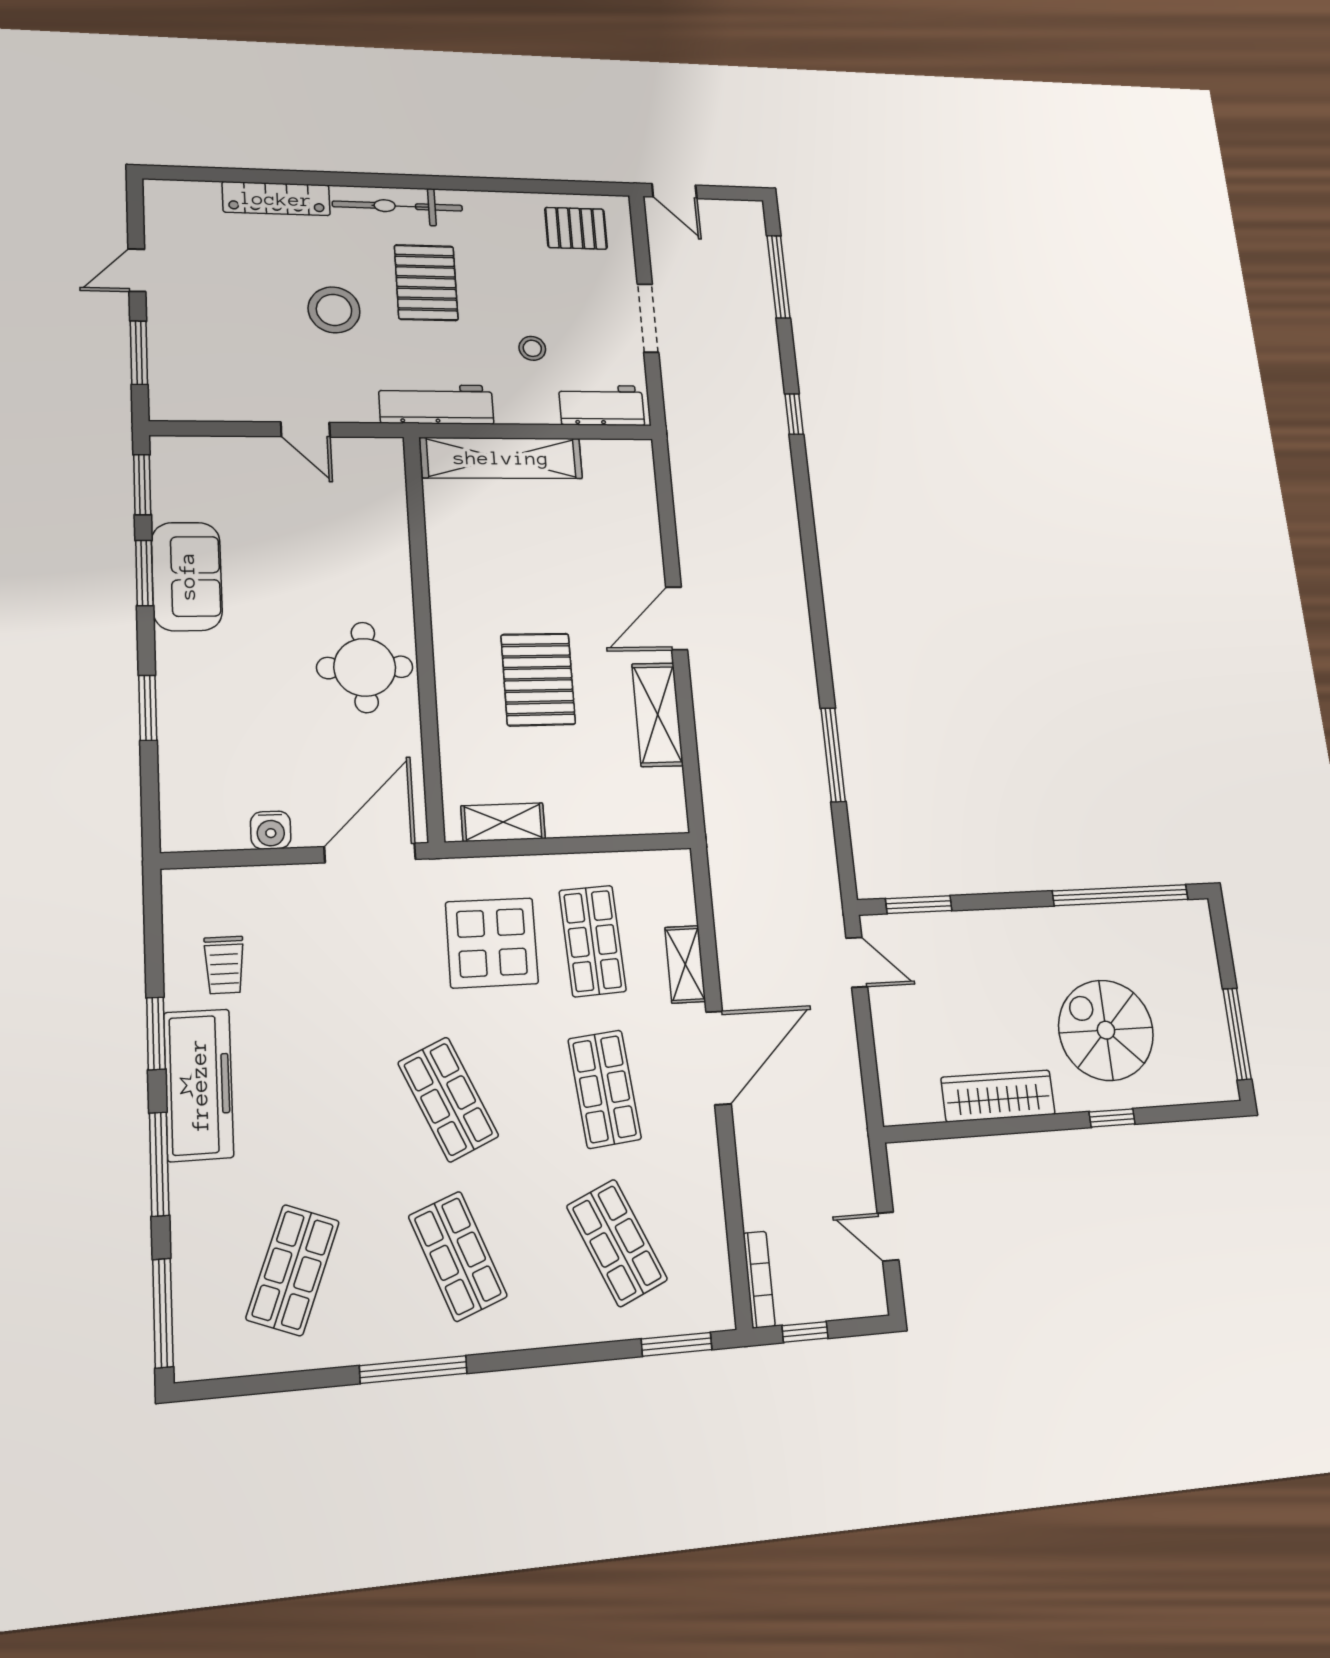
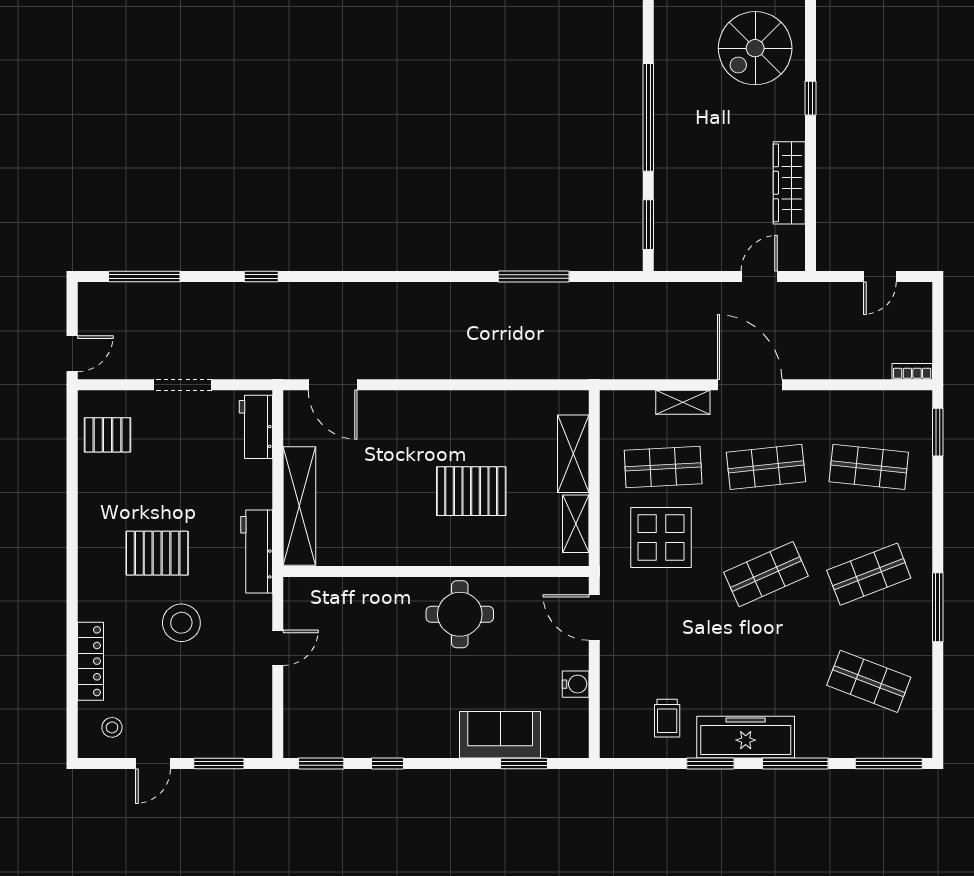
bicycle: (398, 206) -> (93, 571), removed
pallet: (576, 228) -> (108, 435), turned 90
door: (137, 270) -> (153, 763), hinge flipped
stool: (532, 348) -> (112, 727), moved
window: (144, 573) -> (388, 763), width x0.67
sofa: (187, 576) -> (500, 735), moved
door: (677, 618) -> (333, 385), moved
window: (148, 708) -> (524, 763), moved
shelving: (658, 715) -> (573, 454), moved, turned 90
door: (370, 853) -> (594, 618), width x0.73
window: (1120, 895) -> (648, 117), moved
door: (857, 962) -> (759, 277), moved
trolley: (224, 965) -> (667, 718), turned 90
spiral stairs: (1106, 1030) -> (755, 48), moved
shop shelf: (617, 1243) -> (869, 467), turned 30
bookcase: (759, 1280) -> (912, 371), width x0.64
window: (805, 1332) -> (938, 343), removed

